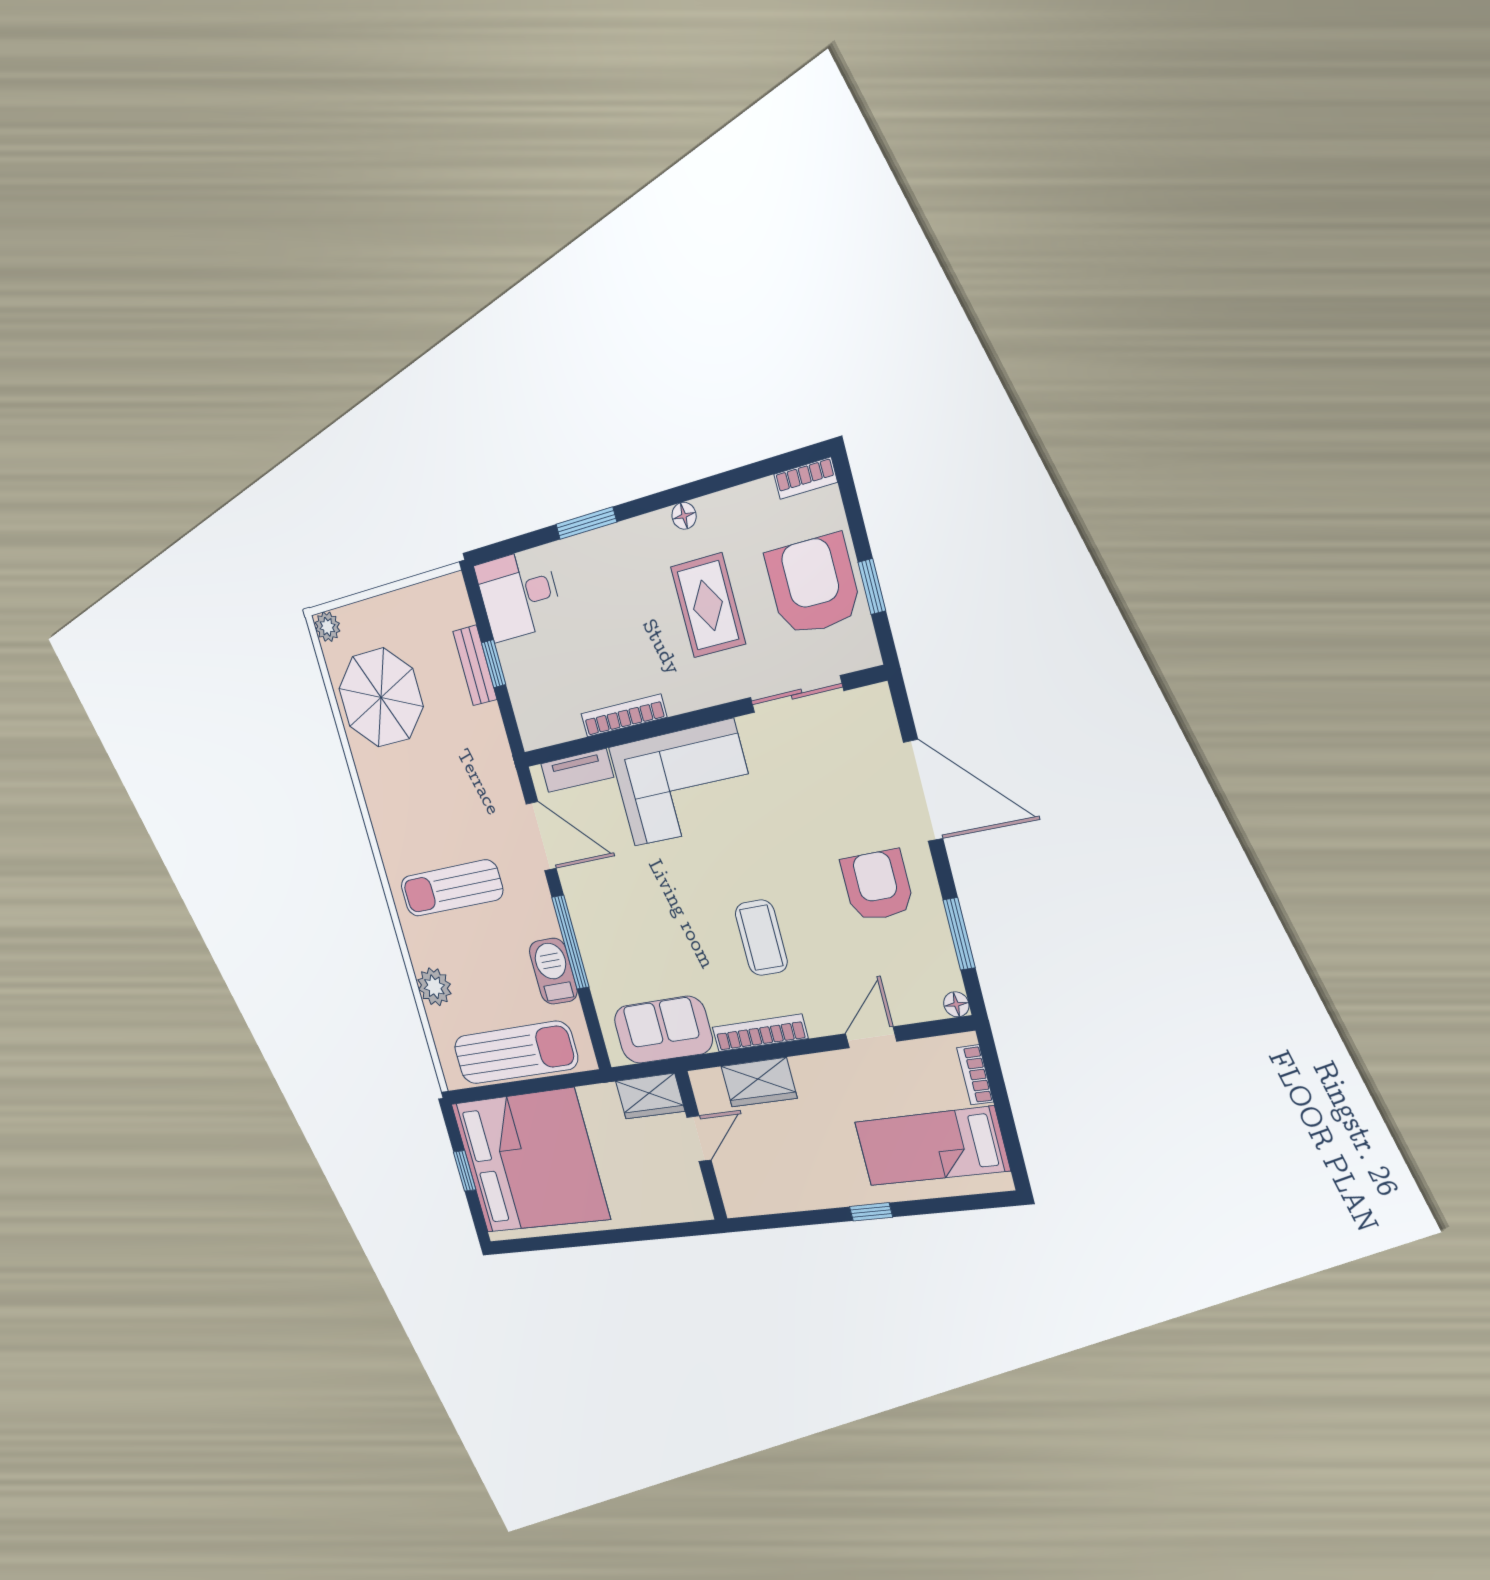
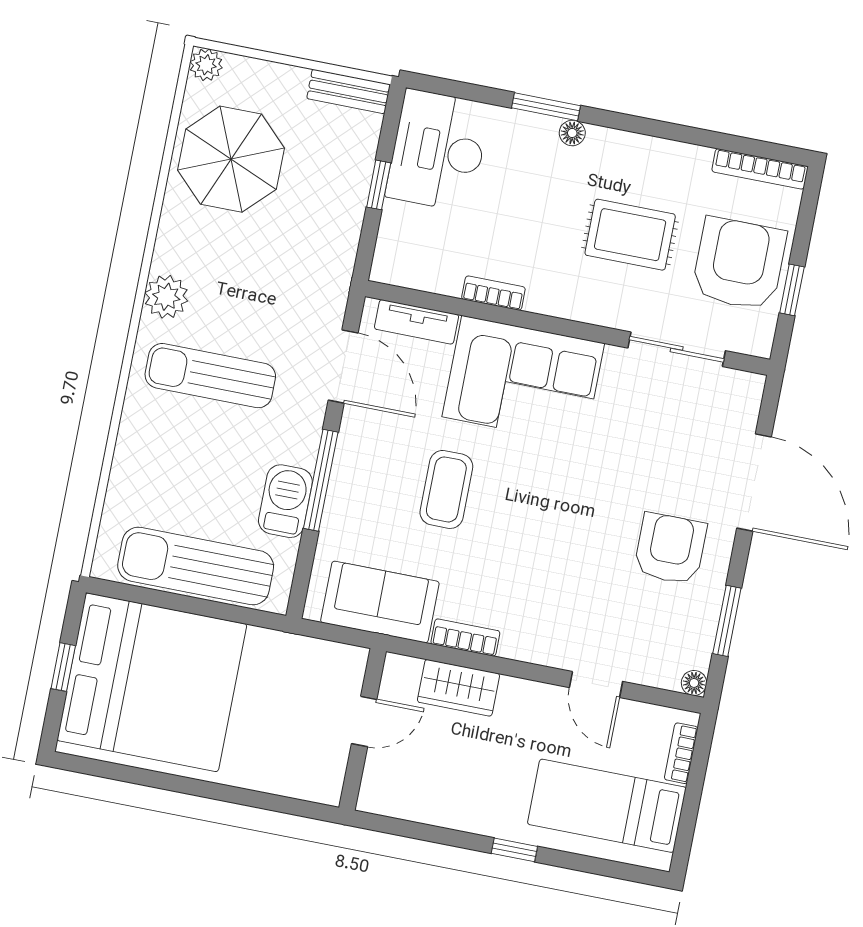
bookcase: (805, 478) -> (760, 169), width x1.56
floor lamp: (684, 516) -> (572, 133), moved
desk: (519, 594) -> (438, 150), width x1.37
rug: (708, 605) -> (630, 235), turned 90
bench: (475, 665) -> (349, 91), moved, turned 90
bookcase: (624, 716) -> (493, 293), width x0.64
coffee table: (761, 938) -> (446, 489), moved
plant: (434, 987) -> (166, 297), moved
bookcase: (760, 1033) -> (465, 638), width x0.64
door: (871, 1037) -> (596, 684), swing flipped
sun lounger: (515, 1053) -> (196, 566), turned 180
wardrobe: (650, 1096) -> (331, 662), removed

